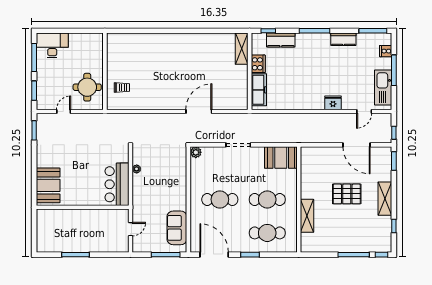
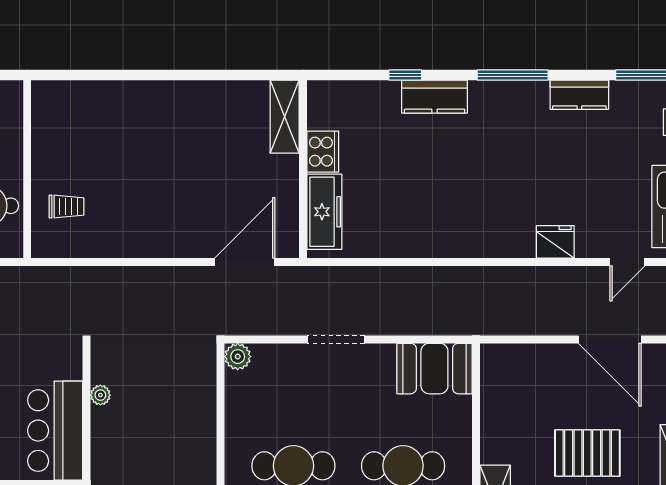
shelving: (242, 49) -> (285, 117), moved
cooker: (258, 64) -> (323, 152), moved
wall: (250, 71) -> (303, 169), moved
freezer: (259, 90) -> (324, 212), moved

